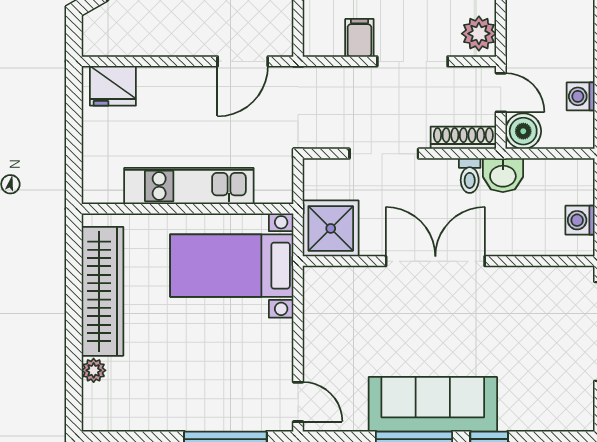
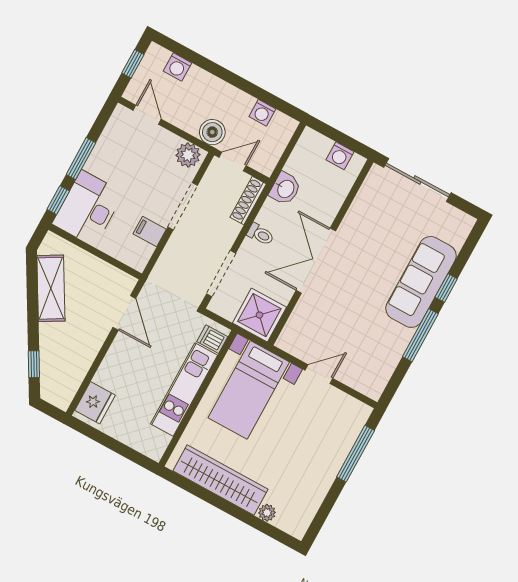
boiler: (523, 131) -> (212, 132), moved
doorway: (384, 154) -> (221, 273), moved
toilet: (470, 176) -> (260, 234), moved
dishwasher: (270, 187) -> (212, 339), added
door: (298, 402) -> (319, 374), moved
sofa: (433, 404) -> (421, 282), moved

